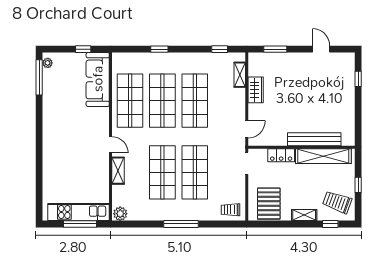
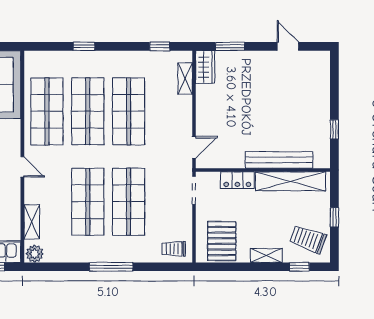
window: (358, 79) -> (334, 129), moved
wardrobe: (256, 90) -> (205, 67), moved
shelving: (118, 171) -> (32, 222), moved

